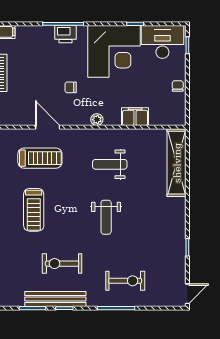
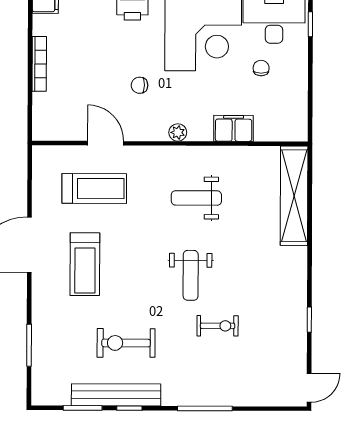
chair: (178, 86) -> (261, 68), moved
exercise bike: (125, 281) -> (218, 326), moved, width x0.73, depth x0.72

